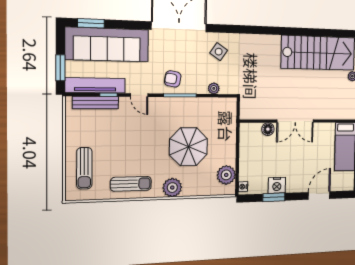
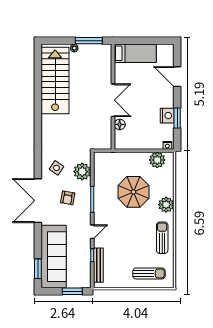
armchair: (173, 79) -> (68, 198), moved
tv unit: (95, 85) -> (85, 265), removed
plant: (214, 88) -> (82, 172), width x1.87, depth x1.87

